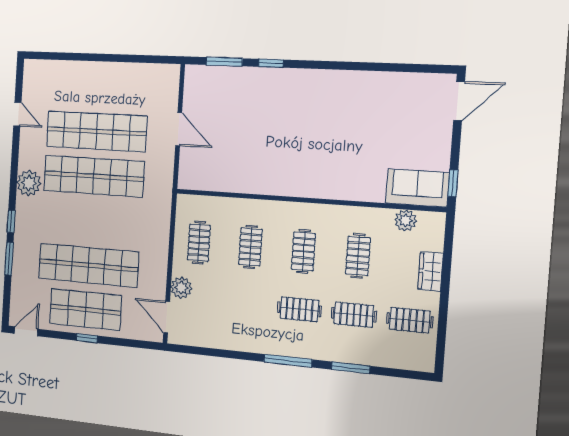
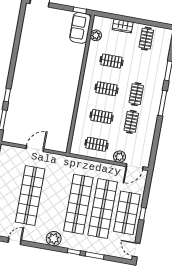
shop shelf: (94, 176) -> (78, 204), moved
clothes rail: (354, 315) -> (131, 122), moved

